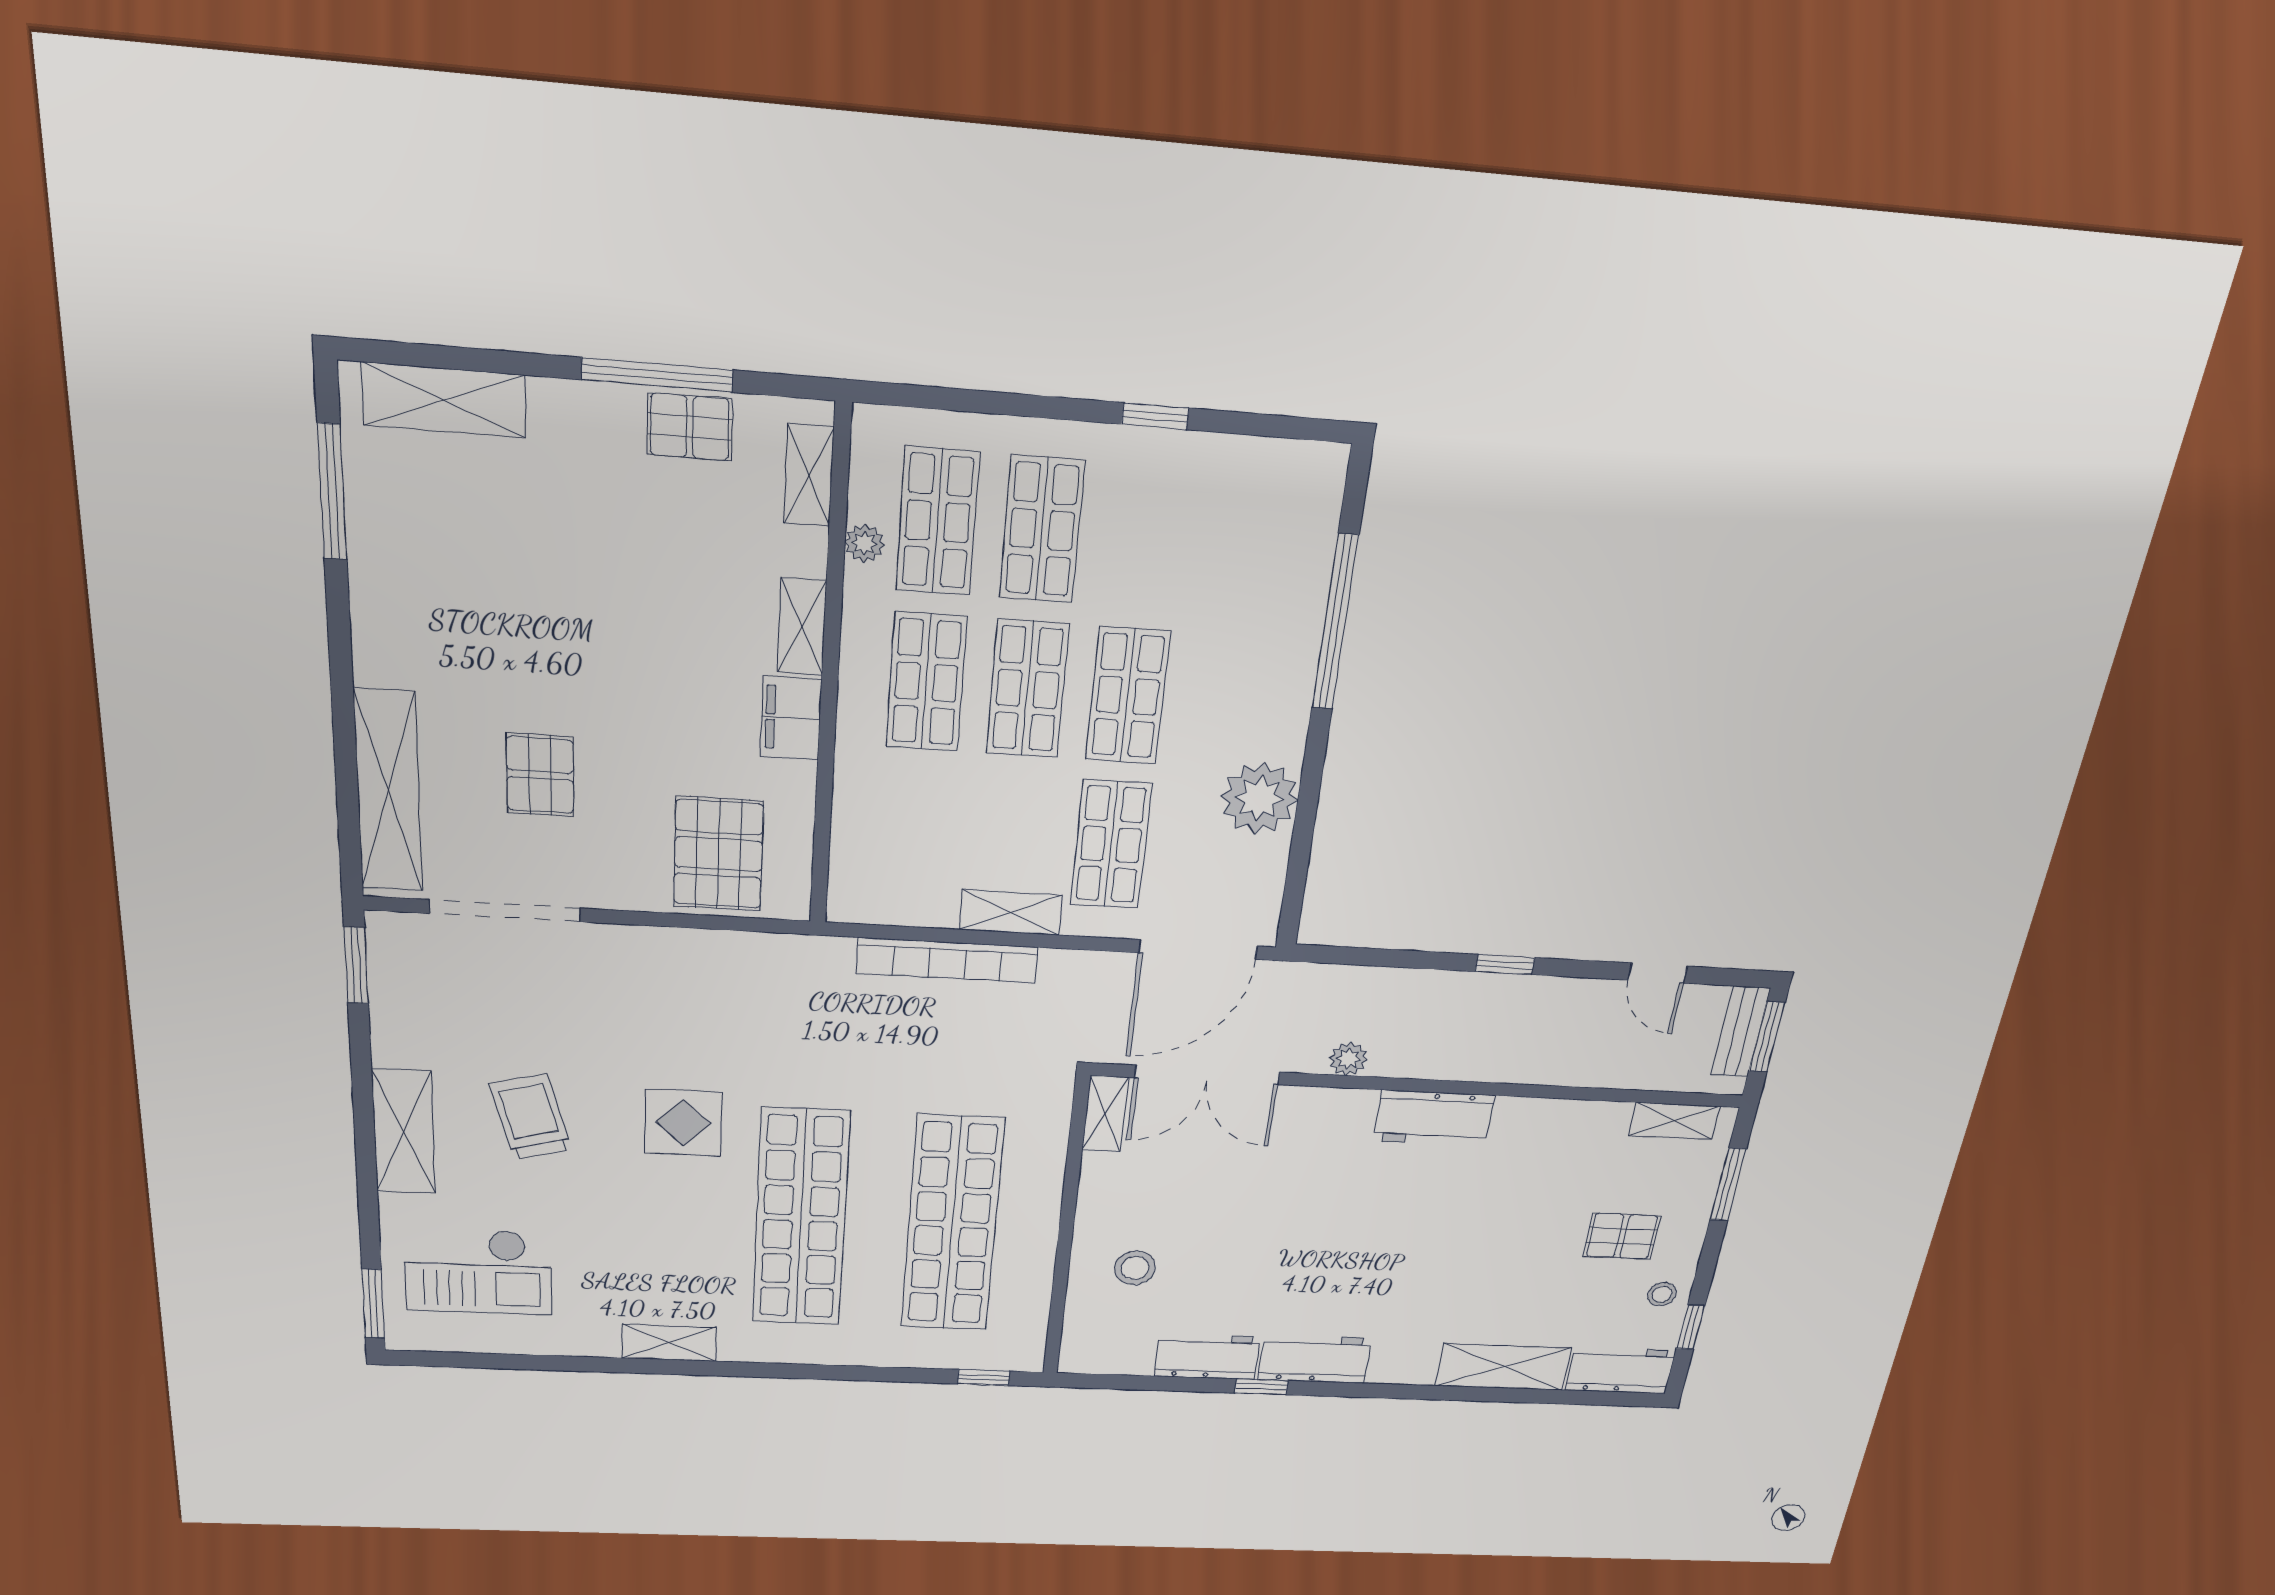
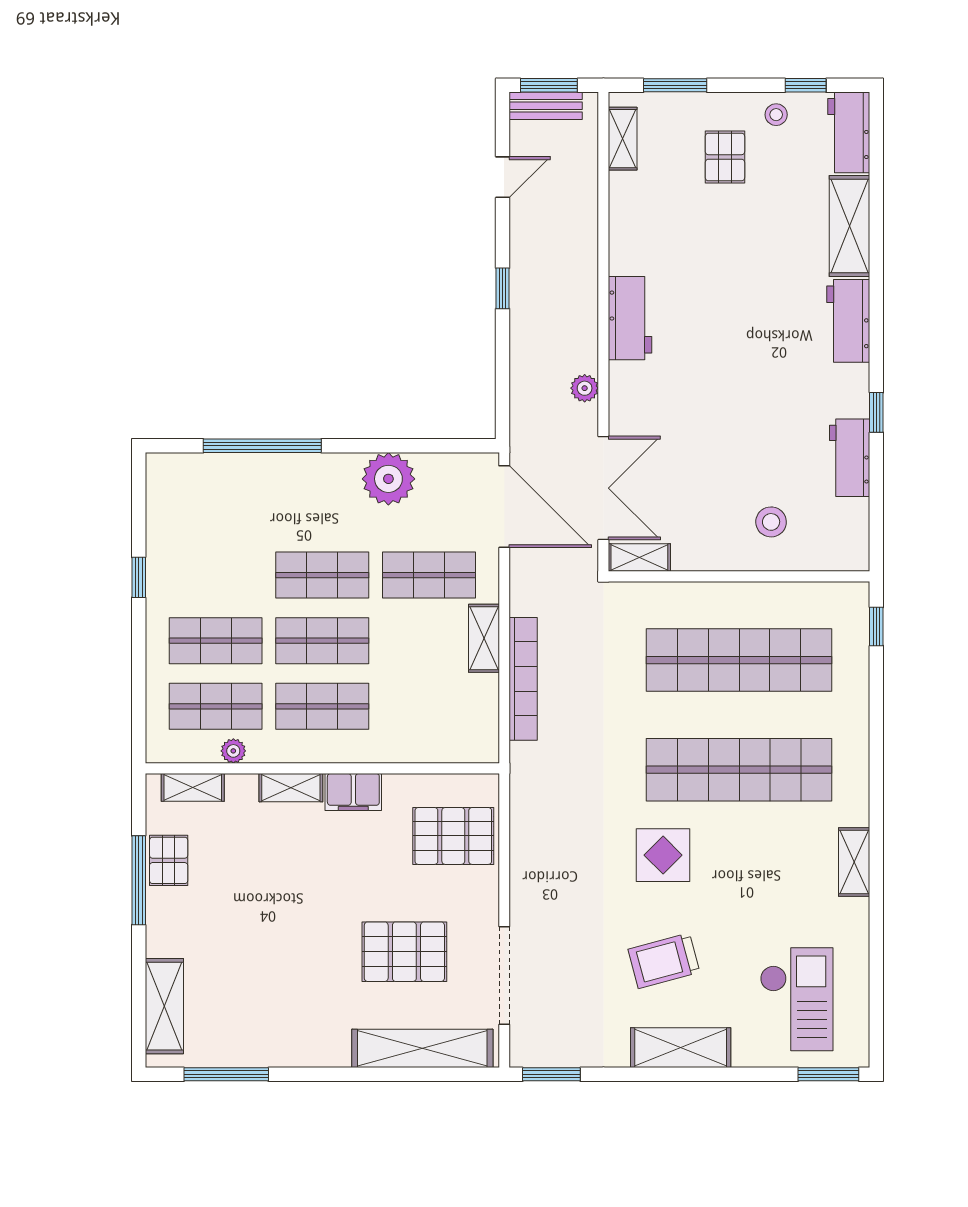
pallet: (540, 775) -> (404, 952), width x1.50, depth x1.42
workbench: (1315, 1359) -> (848, 321), moved

